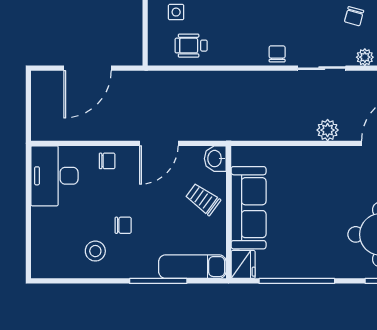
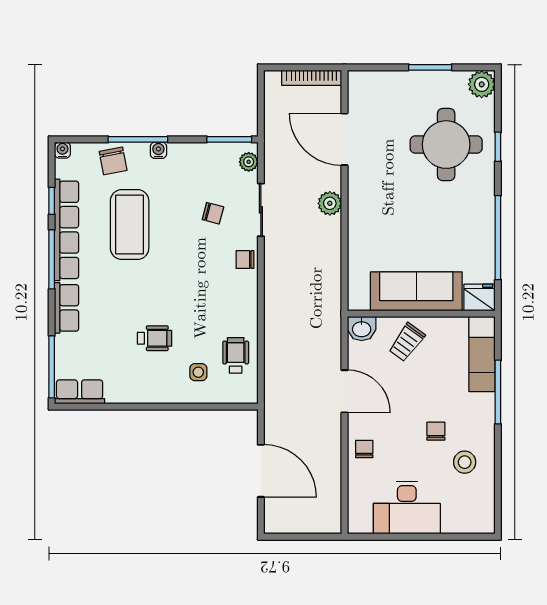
chair: (354, 16) -> (213, 213), moved
wheelchair: (191, 46) -> (236, 355), turned 180
desk: (54, 176) -> (407, 508), moved

